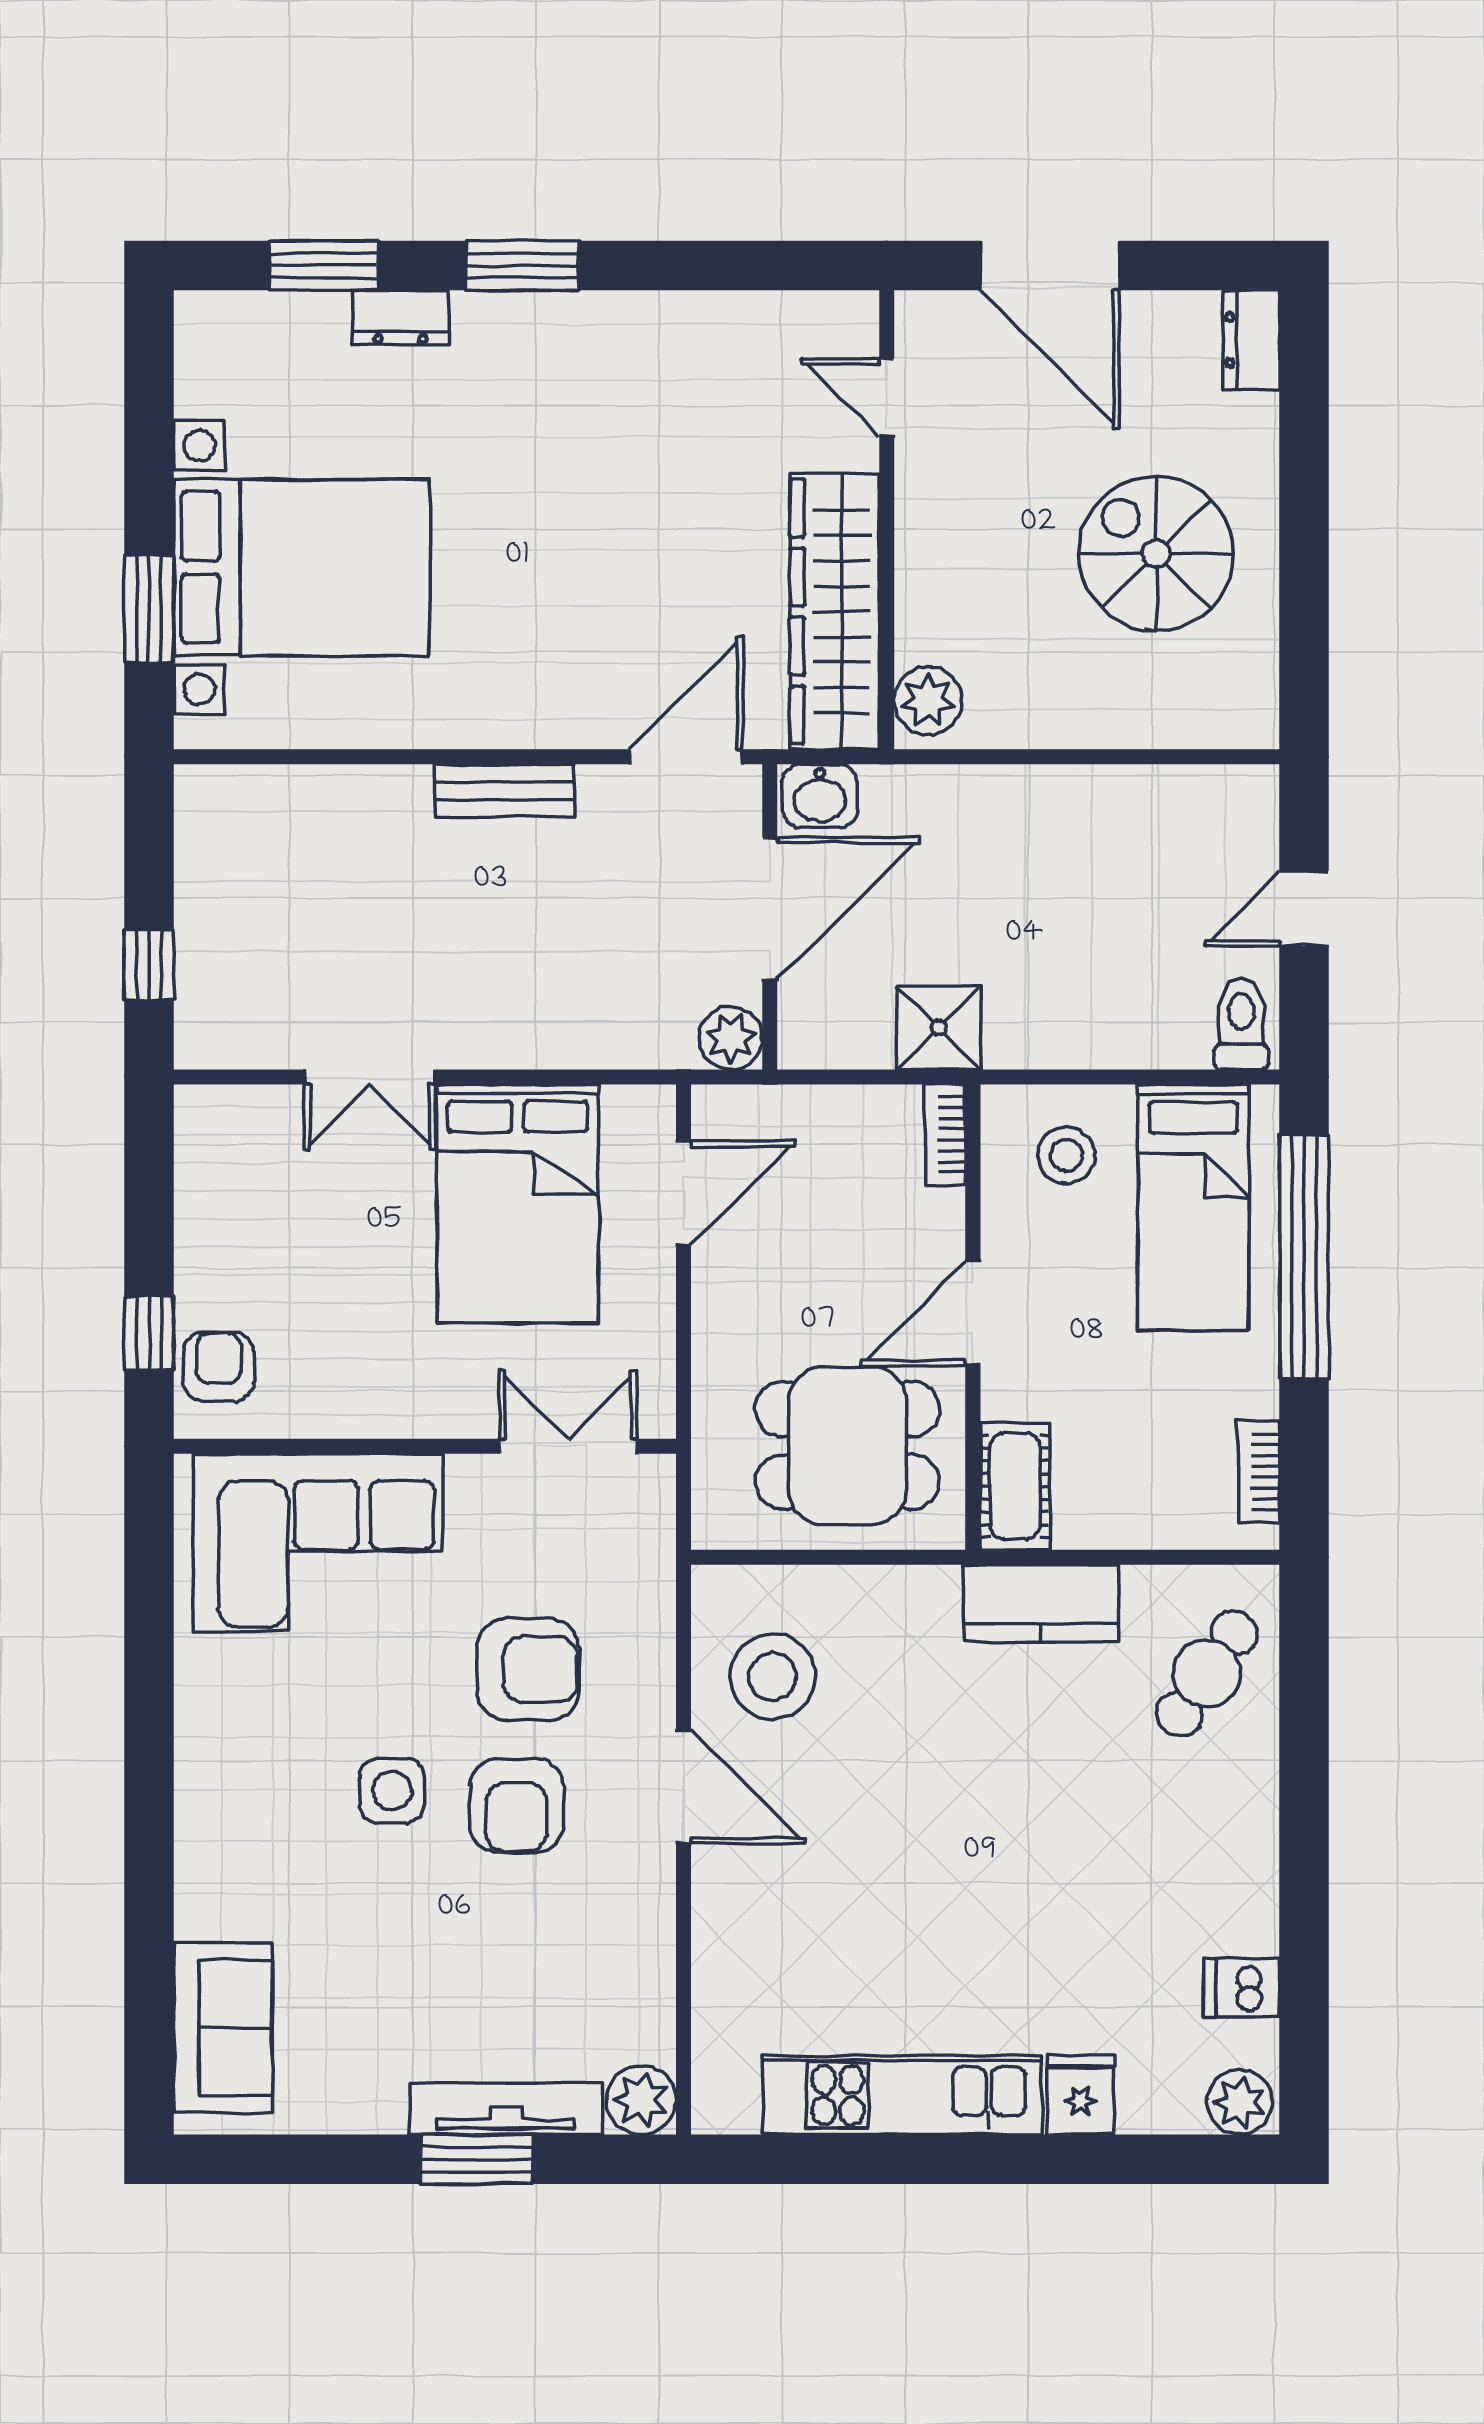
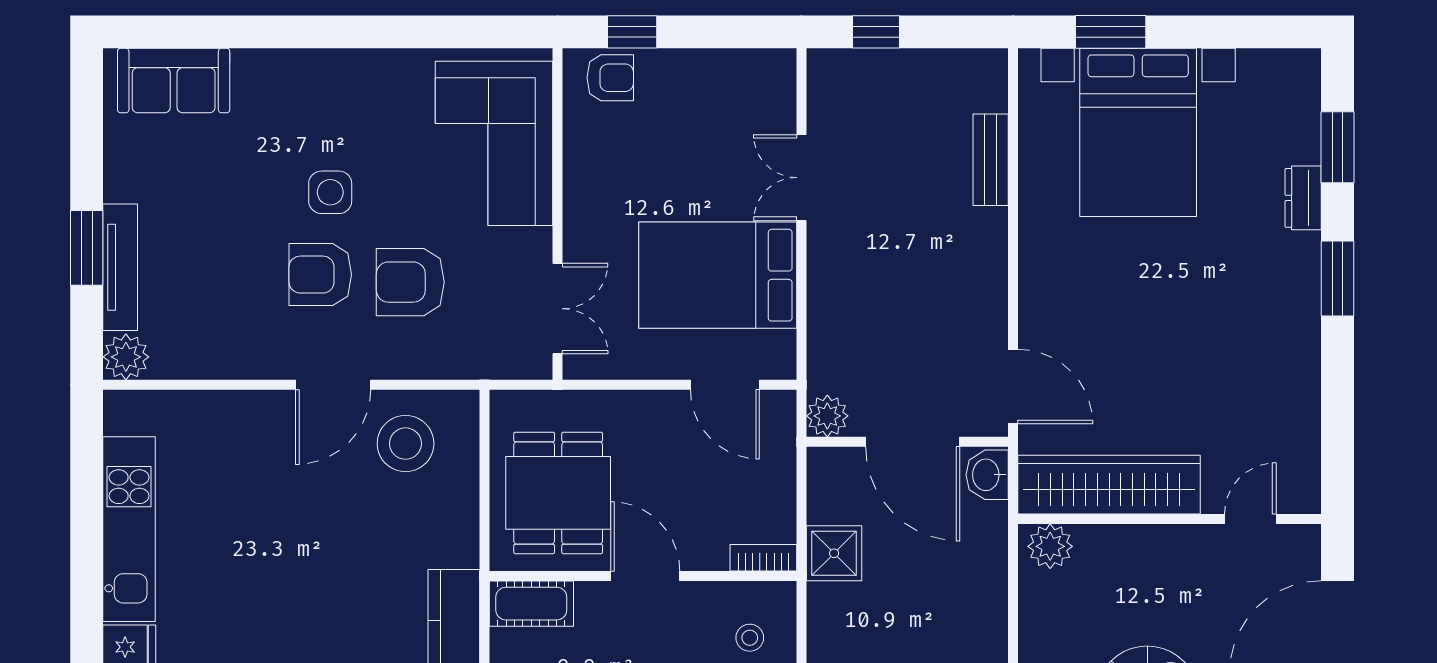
bench: (505, 791) -> (991, 160), moved
stool: (1067, 1155) -> (750, 638), width x0.73, depth x0.73
armchair: (528, 1669) -> (410, 282), turned 90

